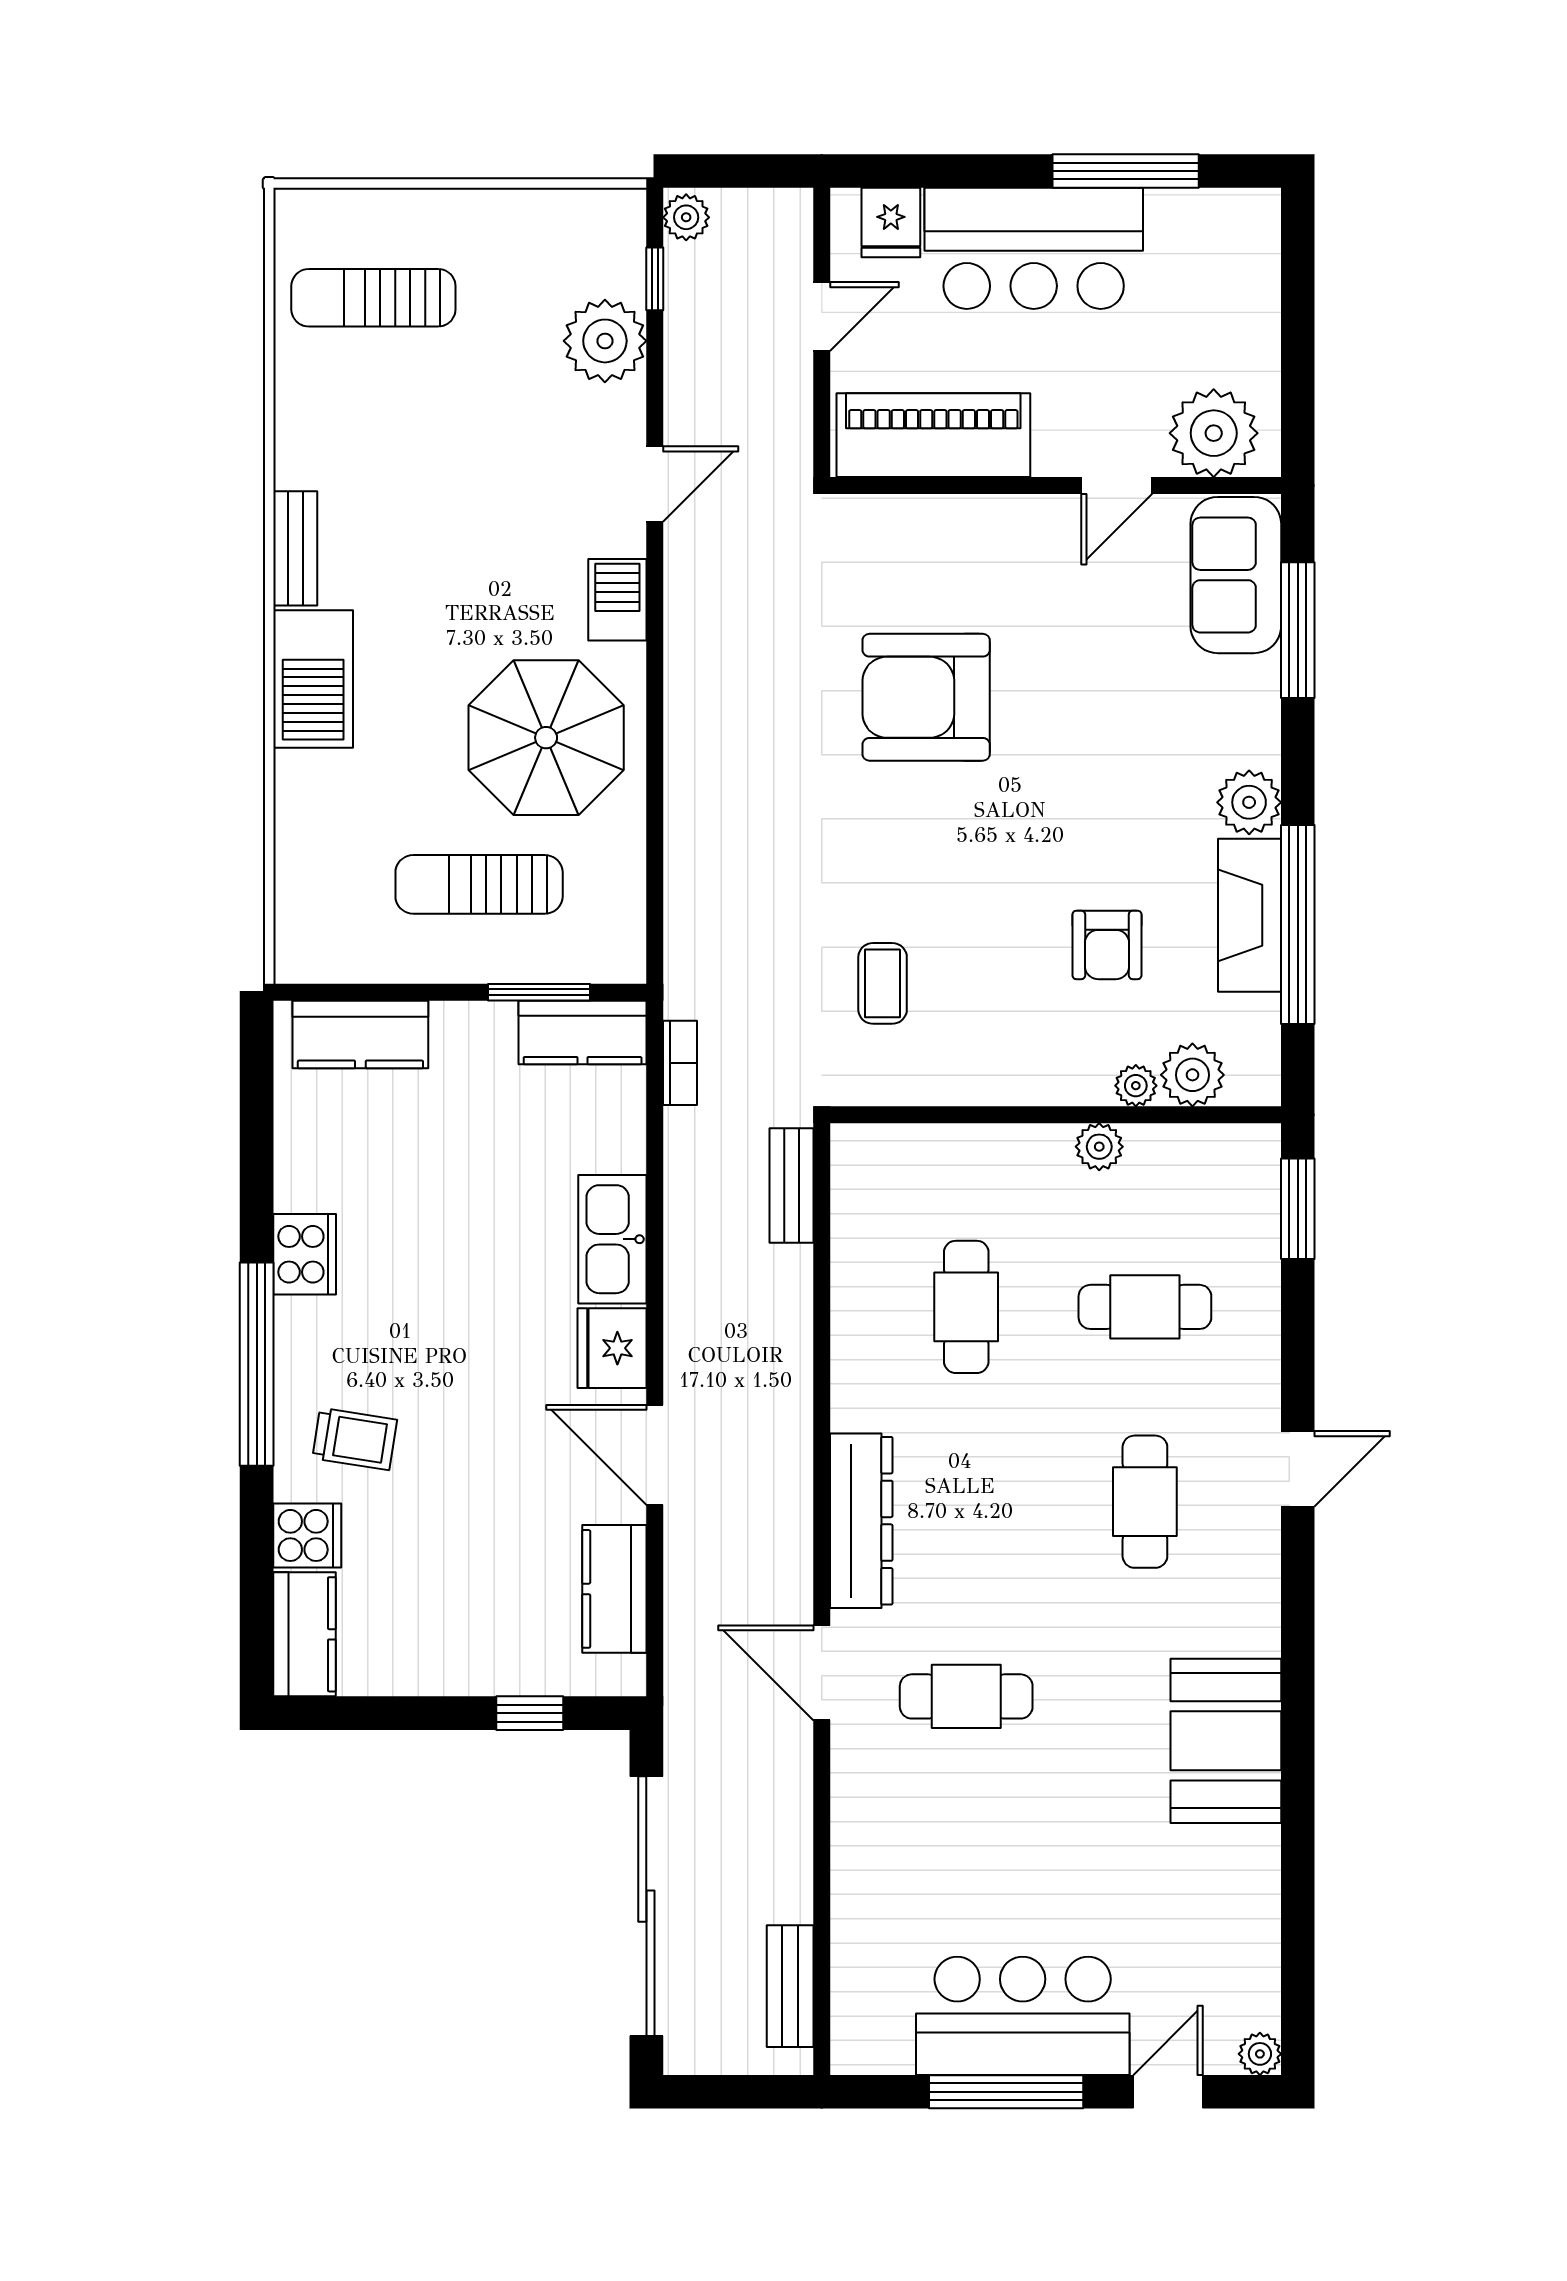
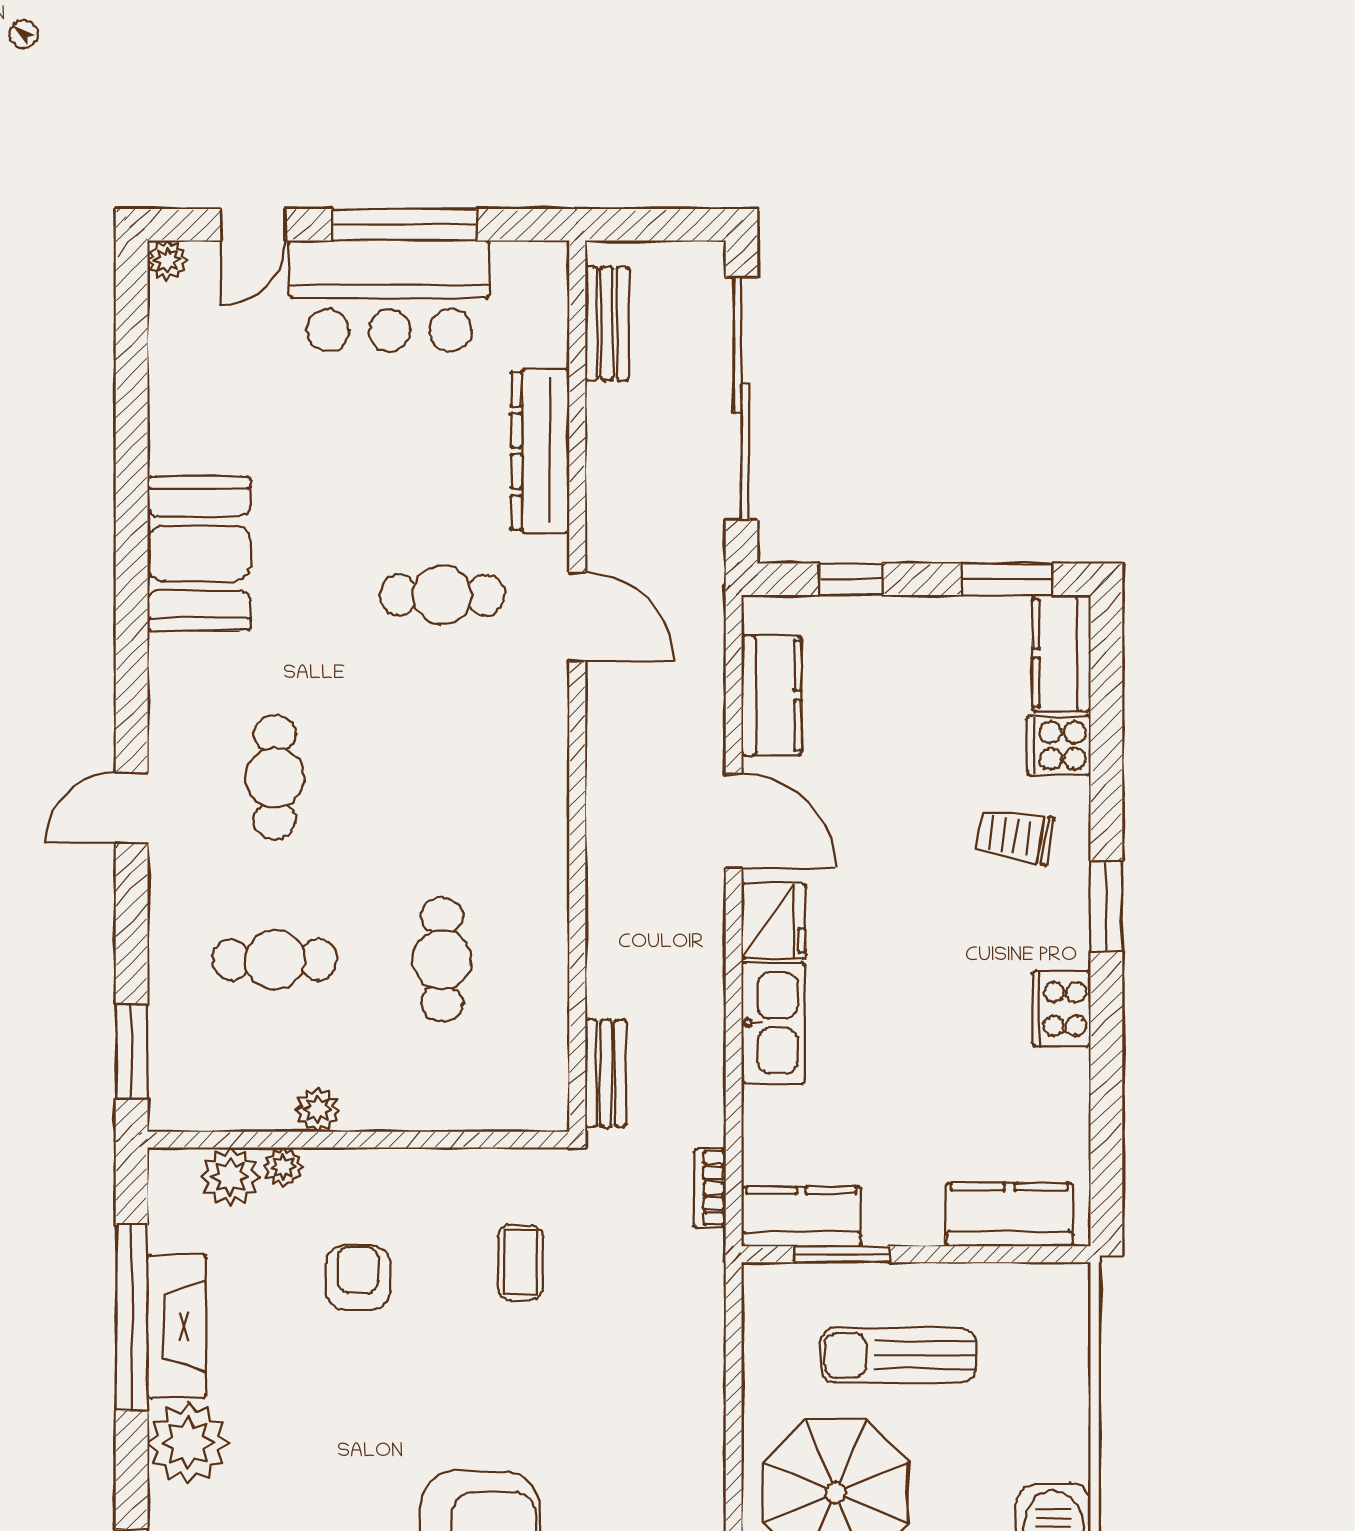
plant: (1249, 802) -> (188, 1443), width x1.36, depth x1.36
sun lounger: (479, 884) -> (898, 1355), turned 180
armchair: (1107, 945) -> (358, 1277), moved
window: (257, 1364) -> (1106, 906), width x0.47
dresser: (861, 1521) -> (540, 451), moved
window: (362, 1713) -> (1008, 579), added

